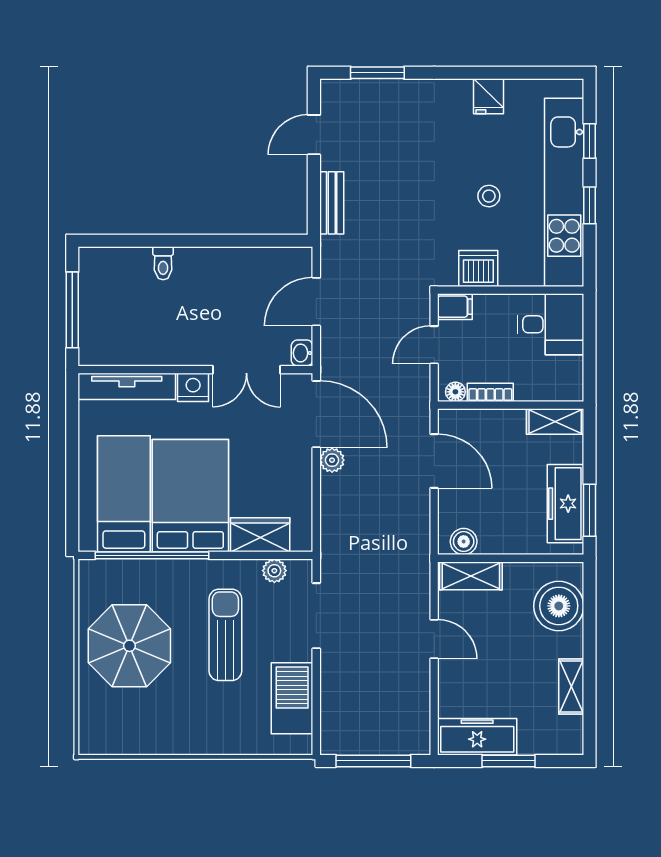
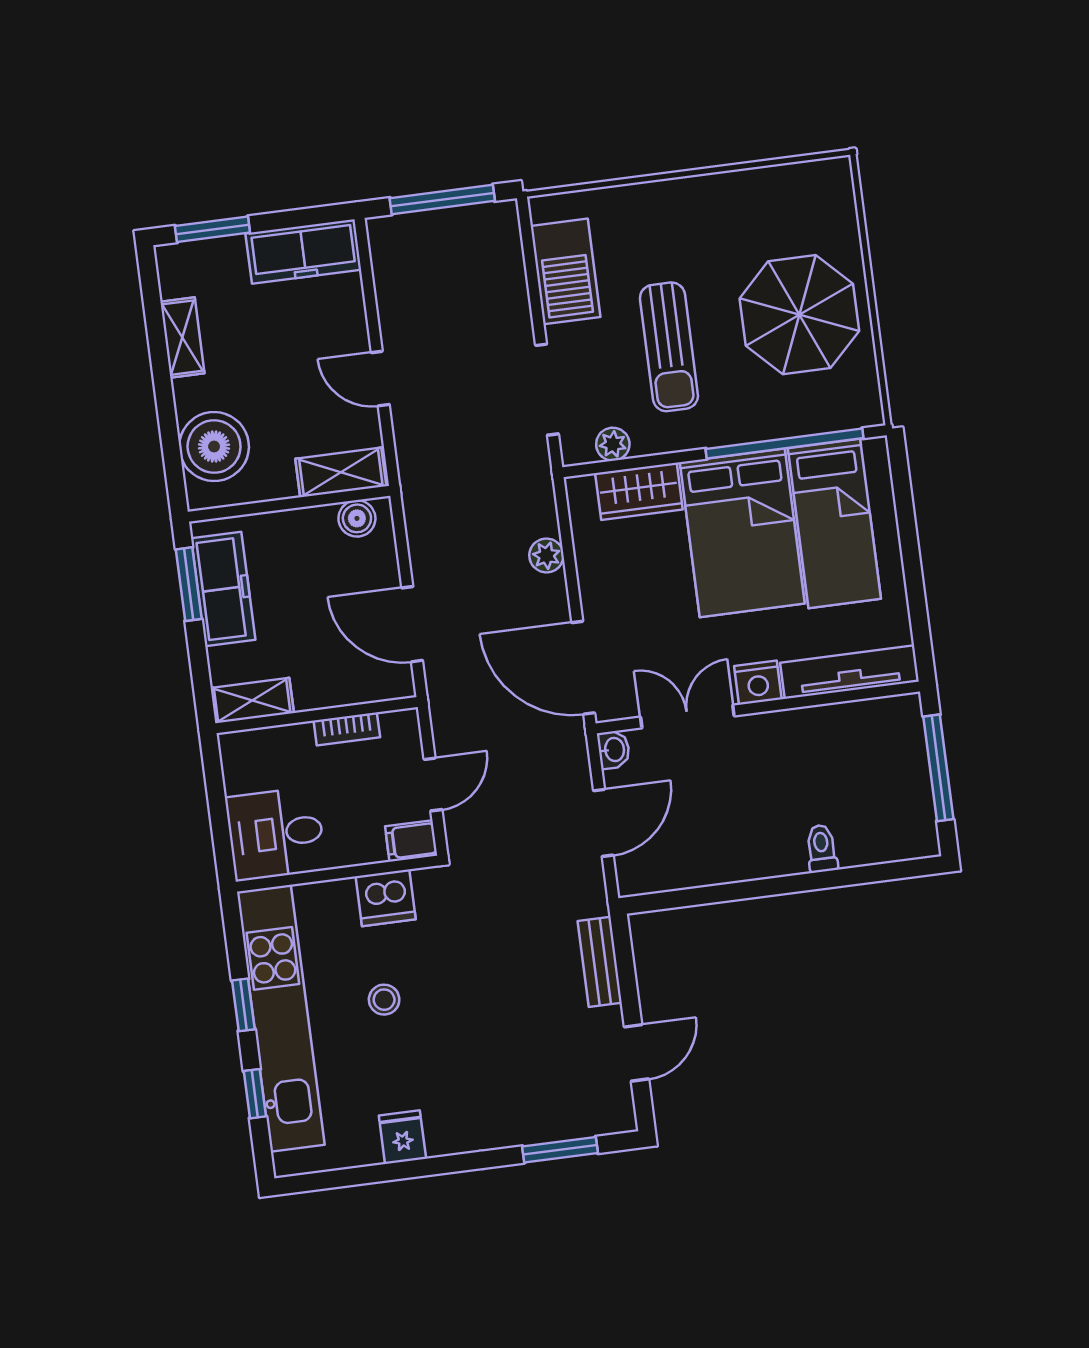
floor lamp: (455, 392) -> (395, 723), removed
plant: (332, 460) -> (546, 555), moved
window: (509, 761) -> (212, 229), moved

